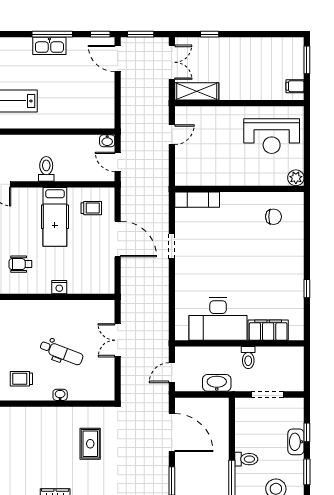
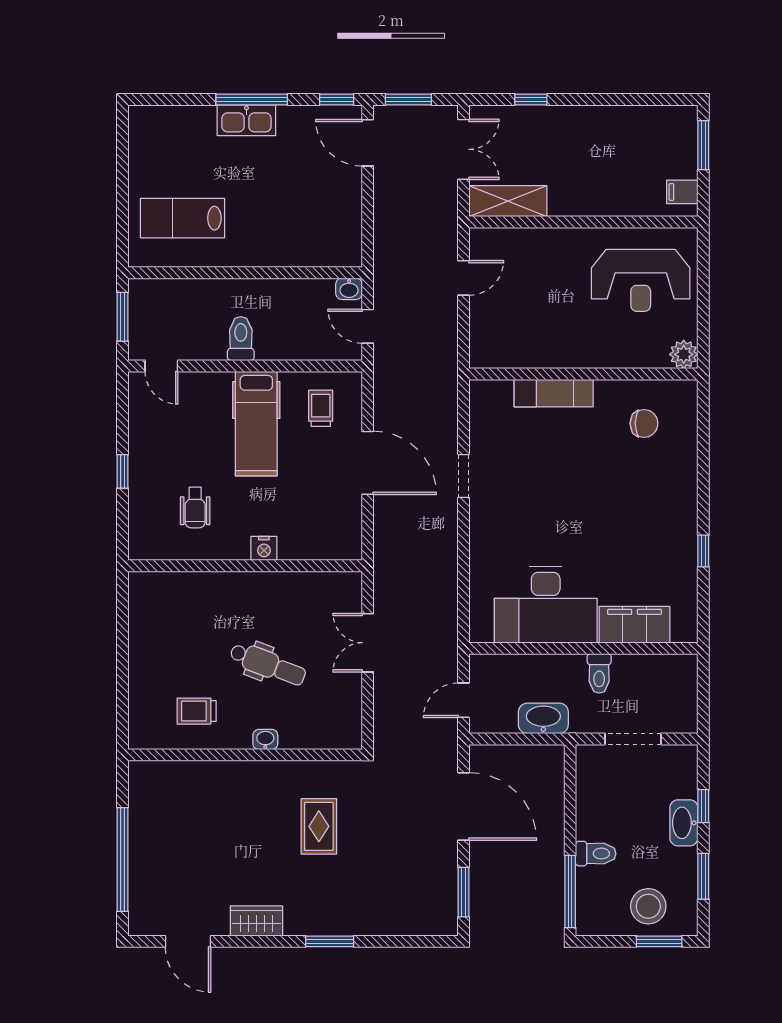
exam couch: (197, 200) -> (554, 393), moved
trolley: (91, 208) -> (321, 408), turned -90
wheelchair: (20, 264) -> (195, 507), turned -90

